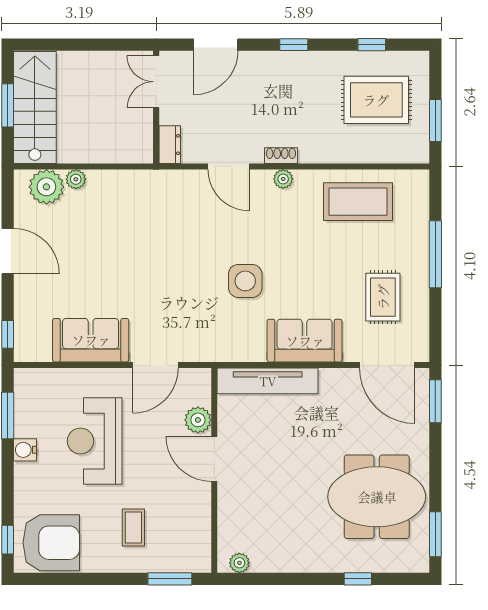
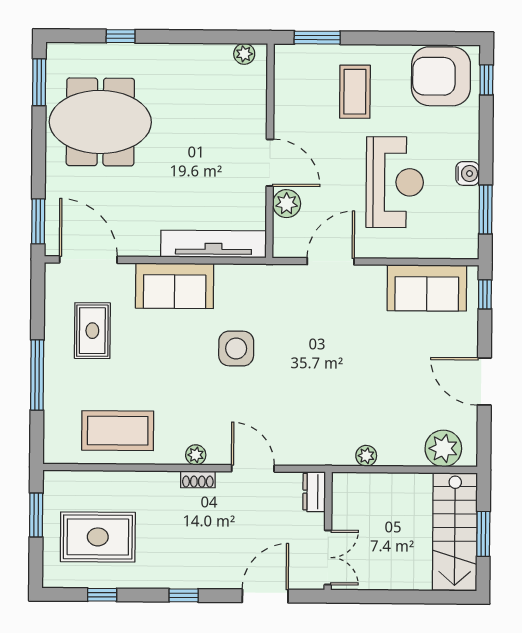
plant: (76, 179) -> (366, 456), moved
sofa: (91, 340) -> (427, 288), moved
coffee table: (133, 527) -> (355, 92), width x1.36, depth x1.30

